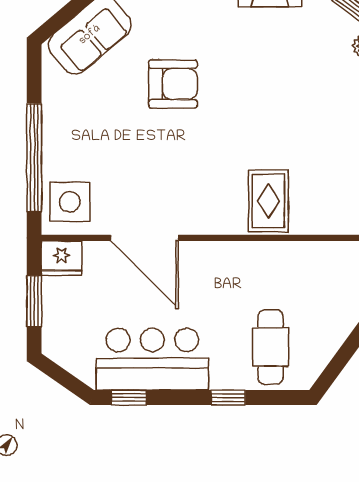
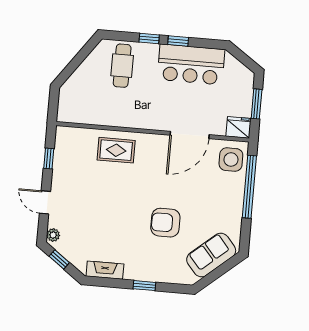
rug: (268, 201) -> (116, 150), turned 90
door: (145, 238) -> (190, 135), swing flipped
window: (129, 398) -> (178, 41), moved

